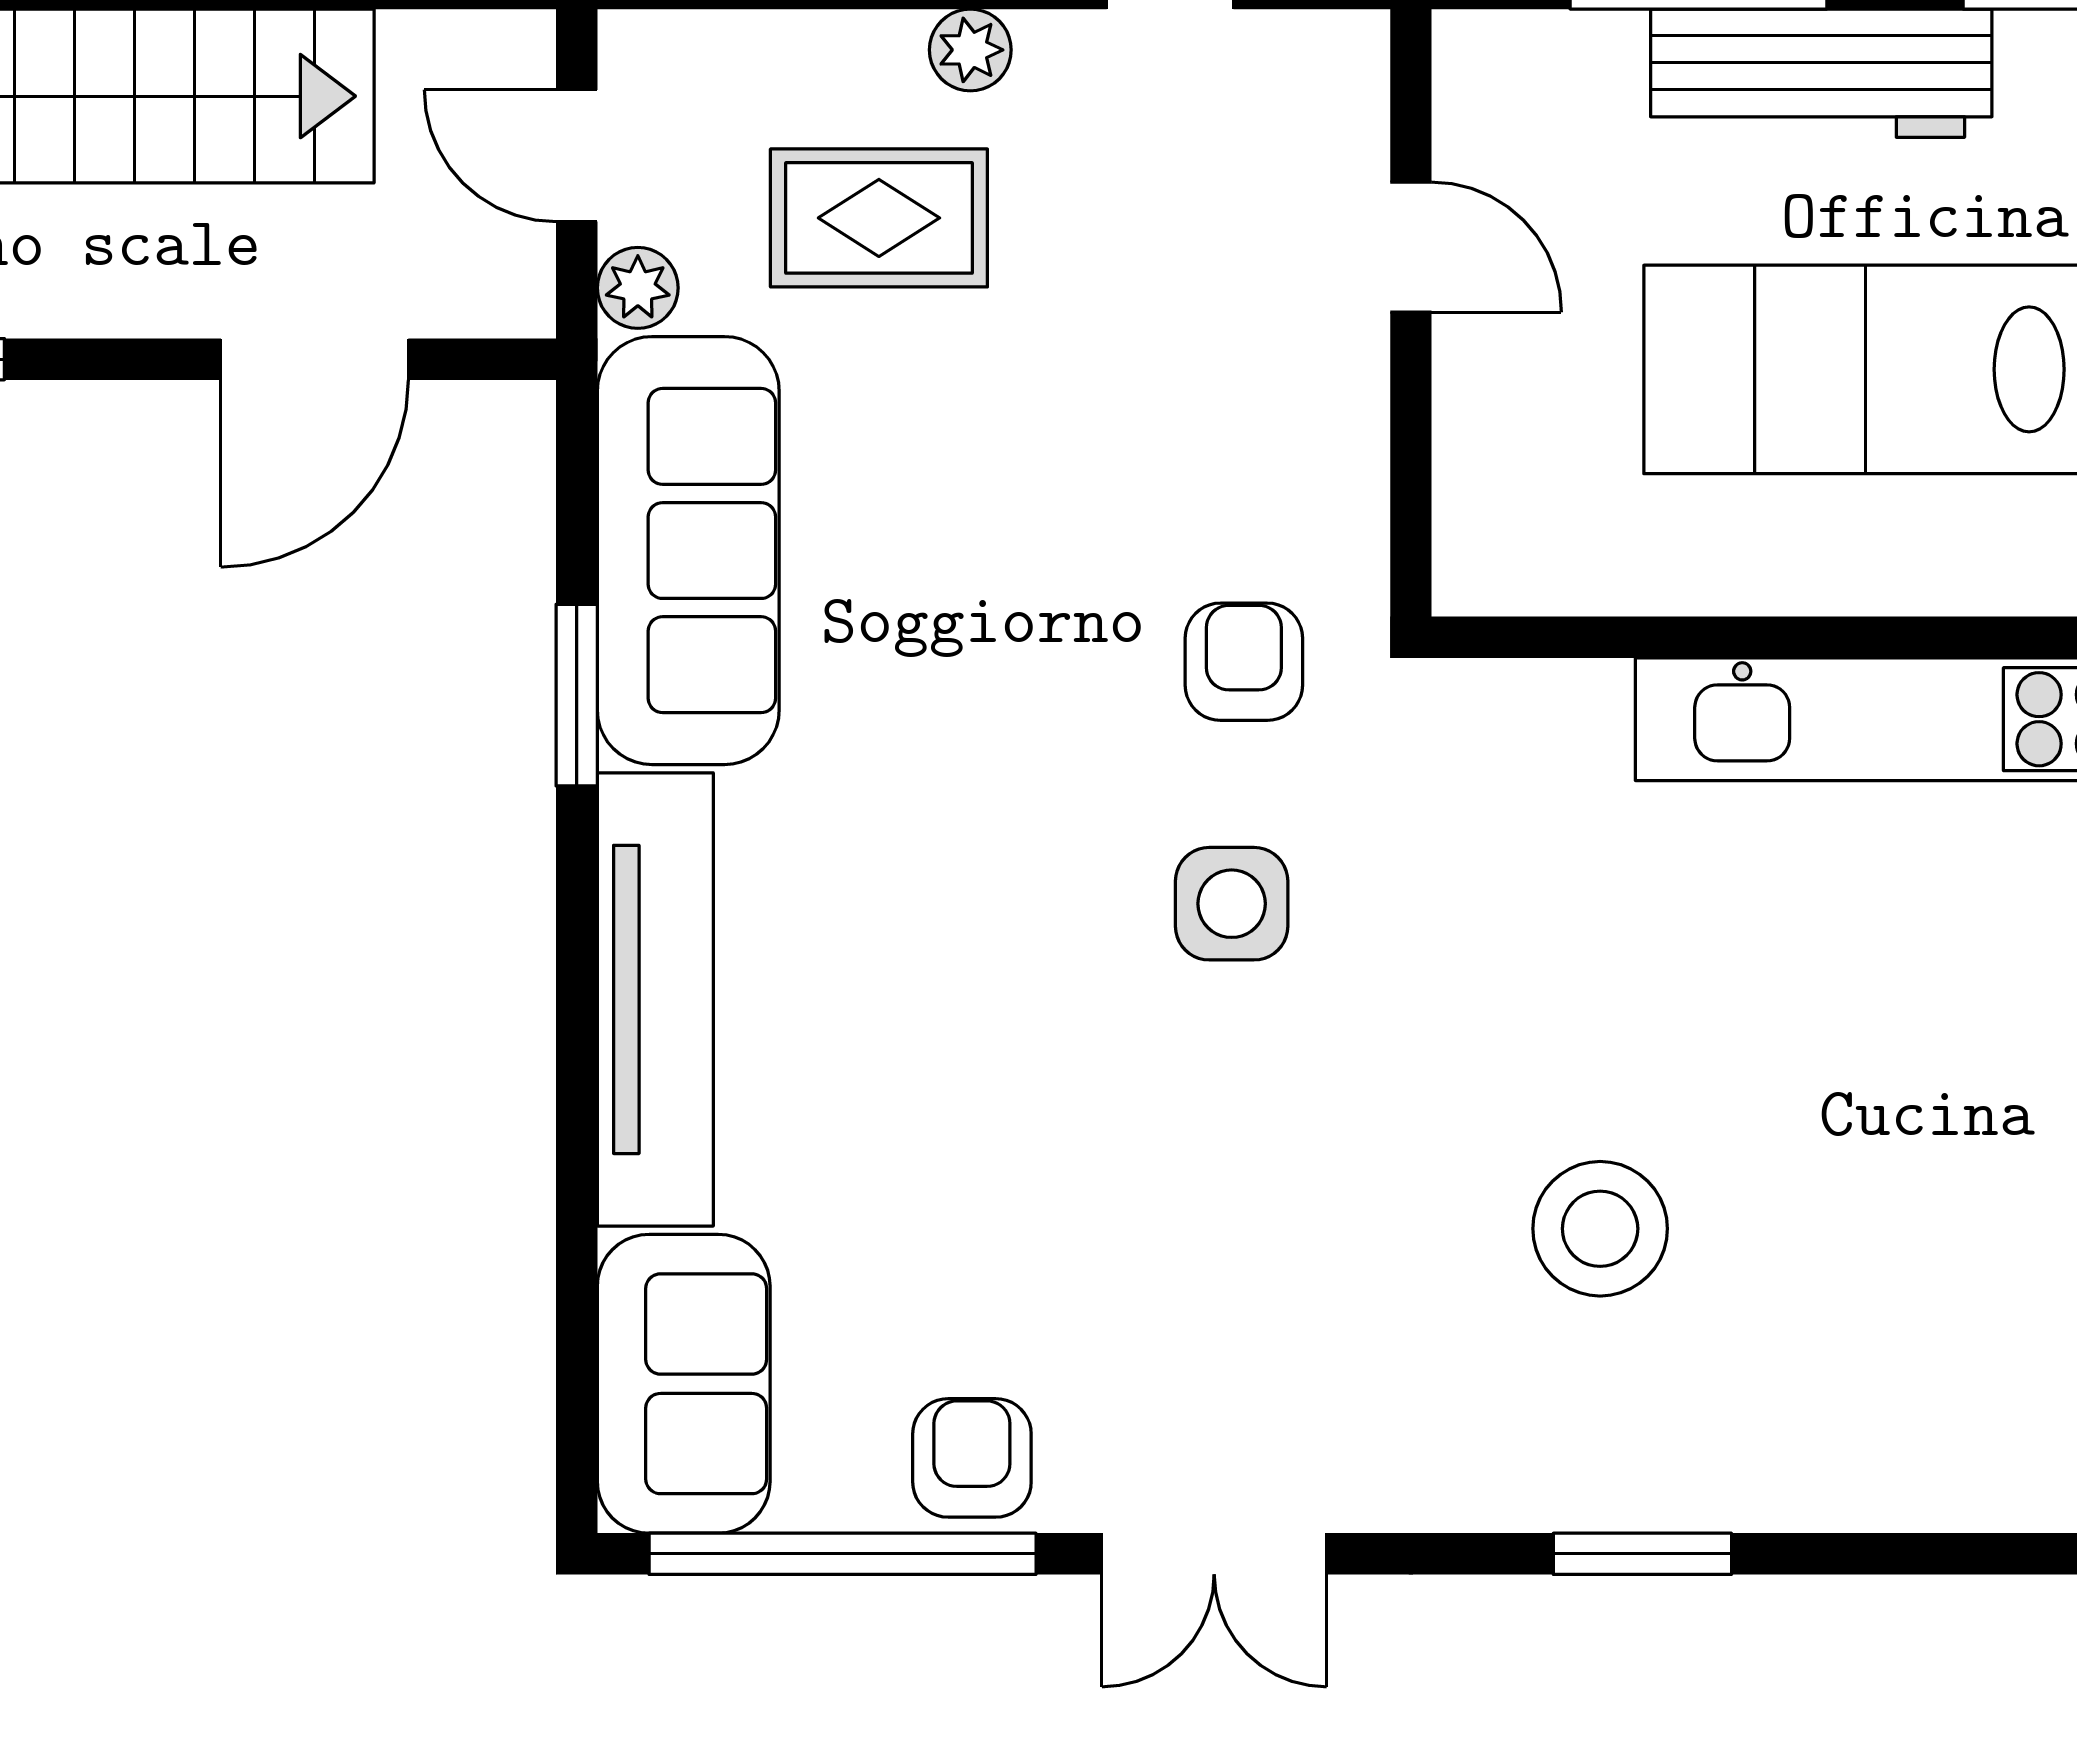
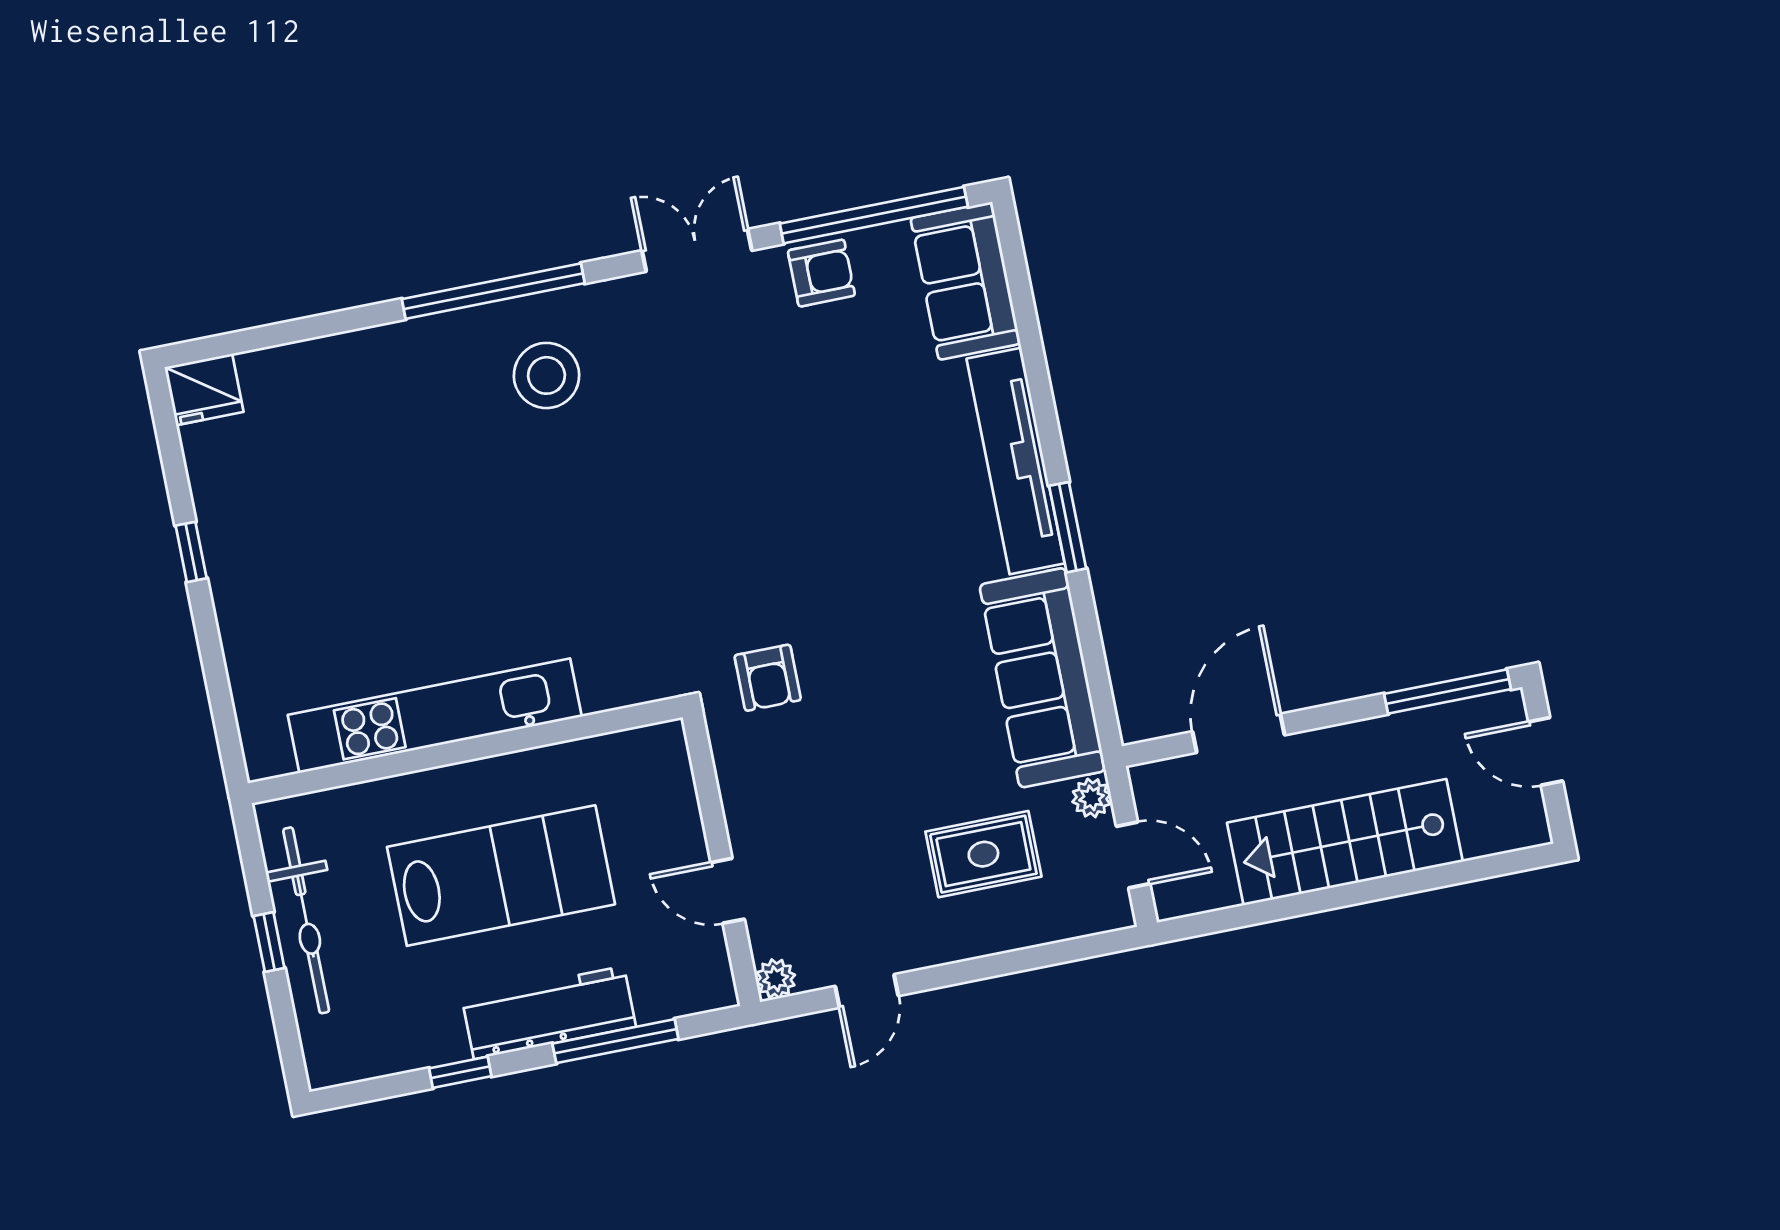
plant: (970, 50) -> (776, 979), moved
window: (577, 695) -> (1068, 527), moved
side table: (1232, 904) -> (750, 561), removed
stool: (1600, 1229) -> (547, 375), moved
armchair: (972, 1458) -> (821, 273), turned -90
window: (1642, 1554) -> (493, 291), width x2.11

